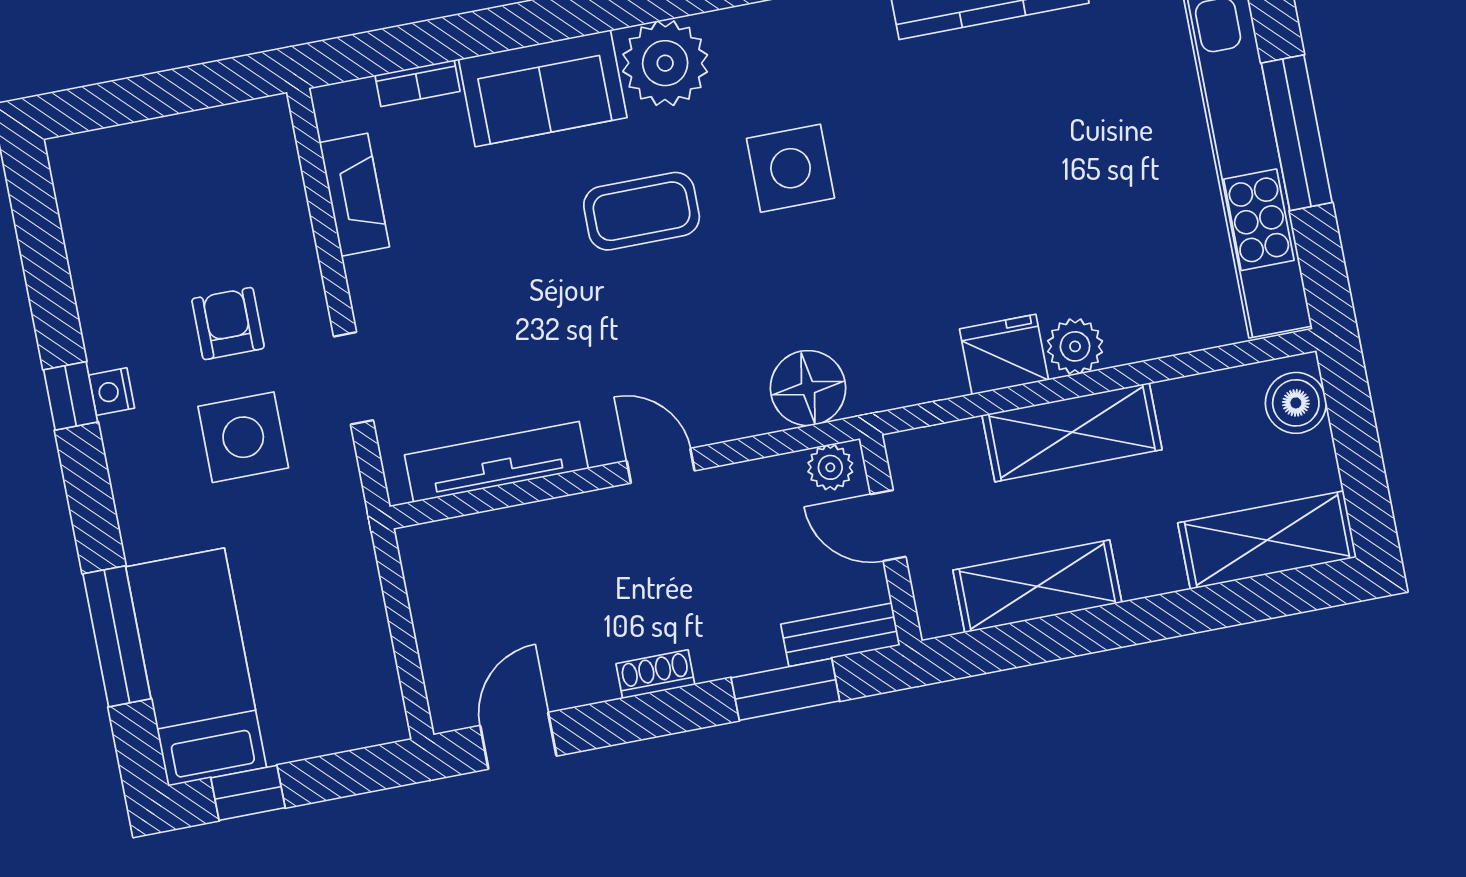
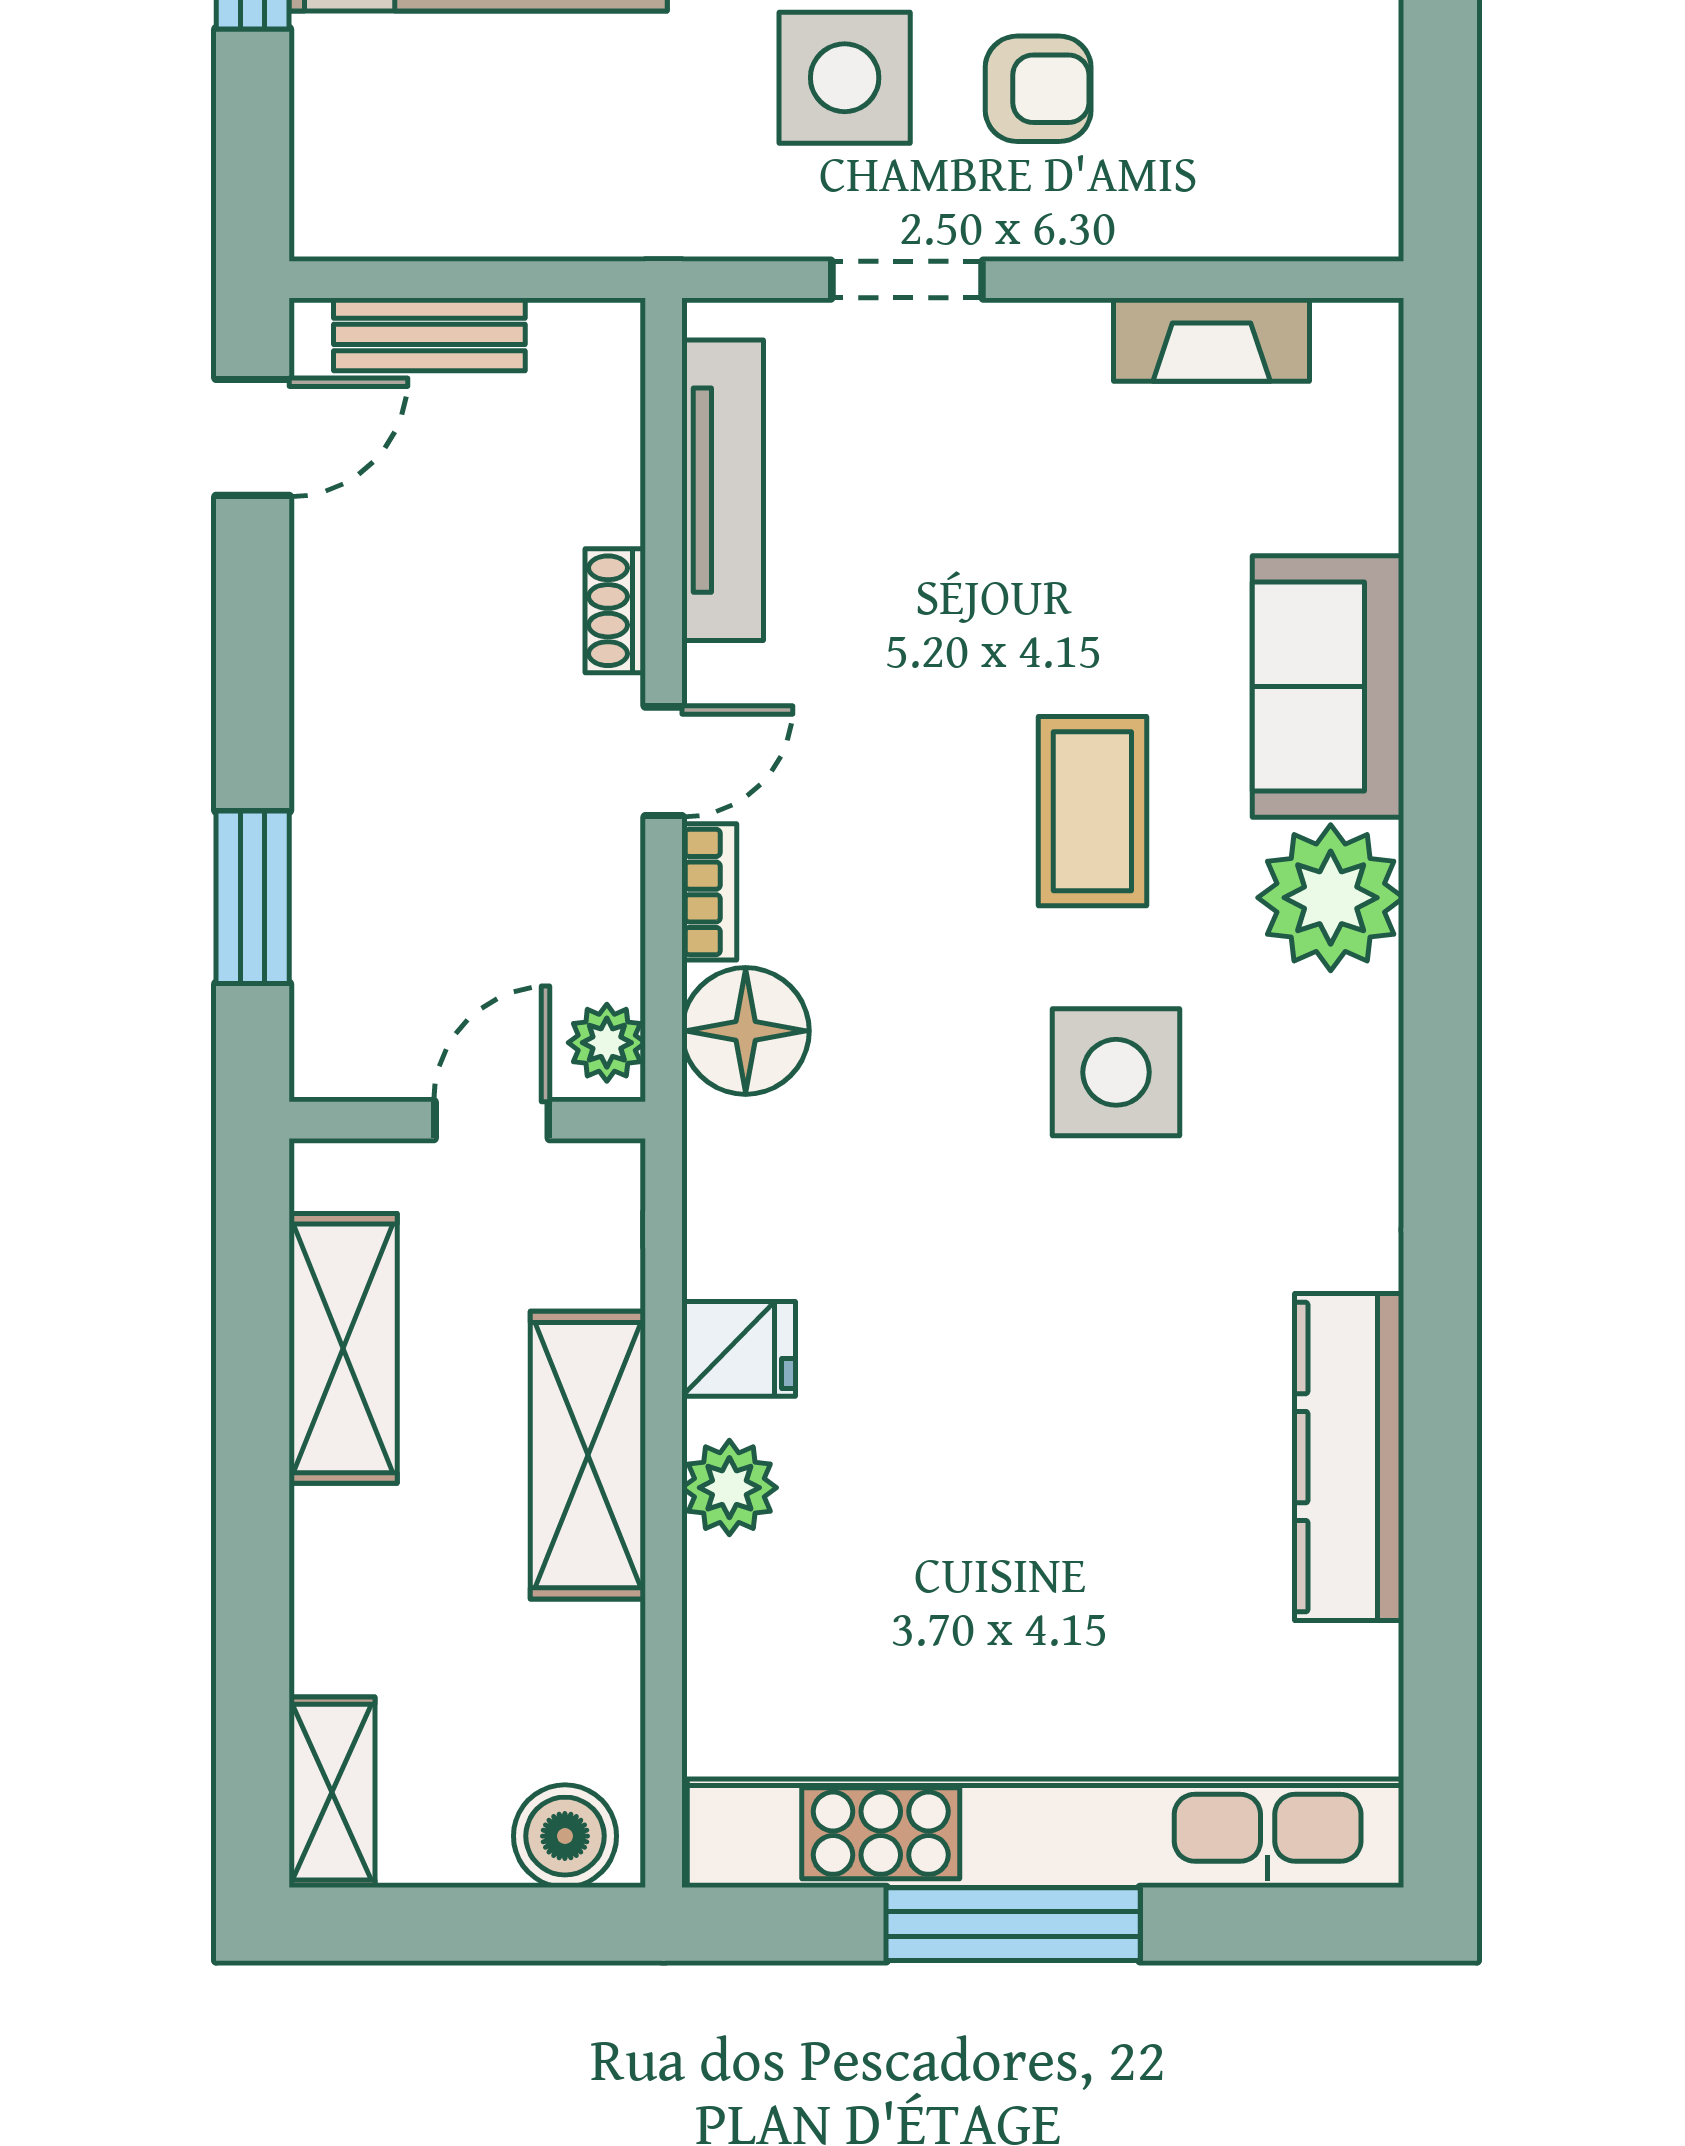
bookcase: (417, 83) -> (709, 892), moved, turned 180
fridge: (1004, 354) -> (739, 1349), width x0.72
shelving: (1267, 540) -> (332, 1792), width x0.67, depth x0.75
bench: (840, 635) -> (429, 334), moved, turned 90
shoe rack: (655, 674) -> (615, 611), moved, turned 180
door: (518, 741) -> (253, 437), hinge flipped

